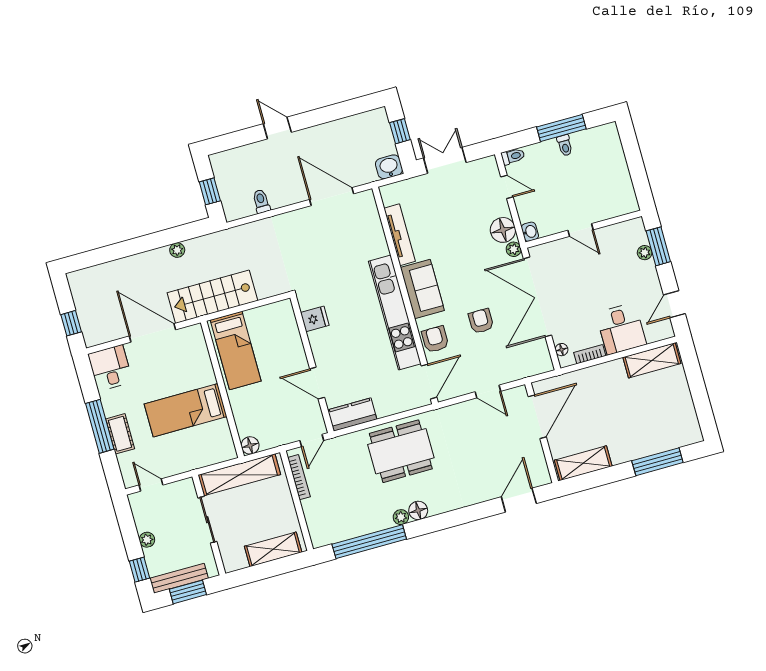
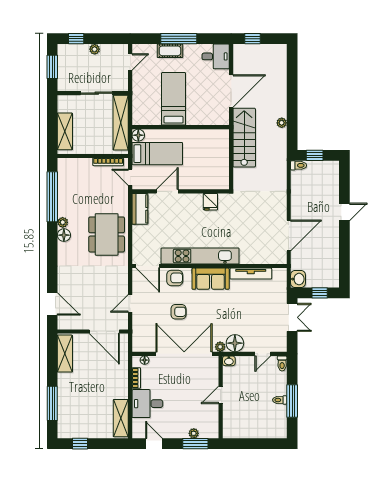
toilet: (261, 201) -> (299, 165), moved
bed: (236, 351) -> (157, 154), moved, turned 180
window: (703, 407) -> (80, 444), added
bench: (179, 578) -> (63, 63), removed

